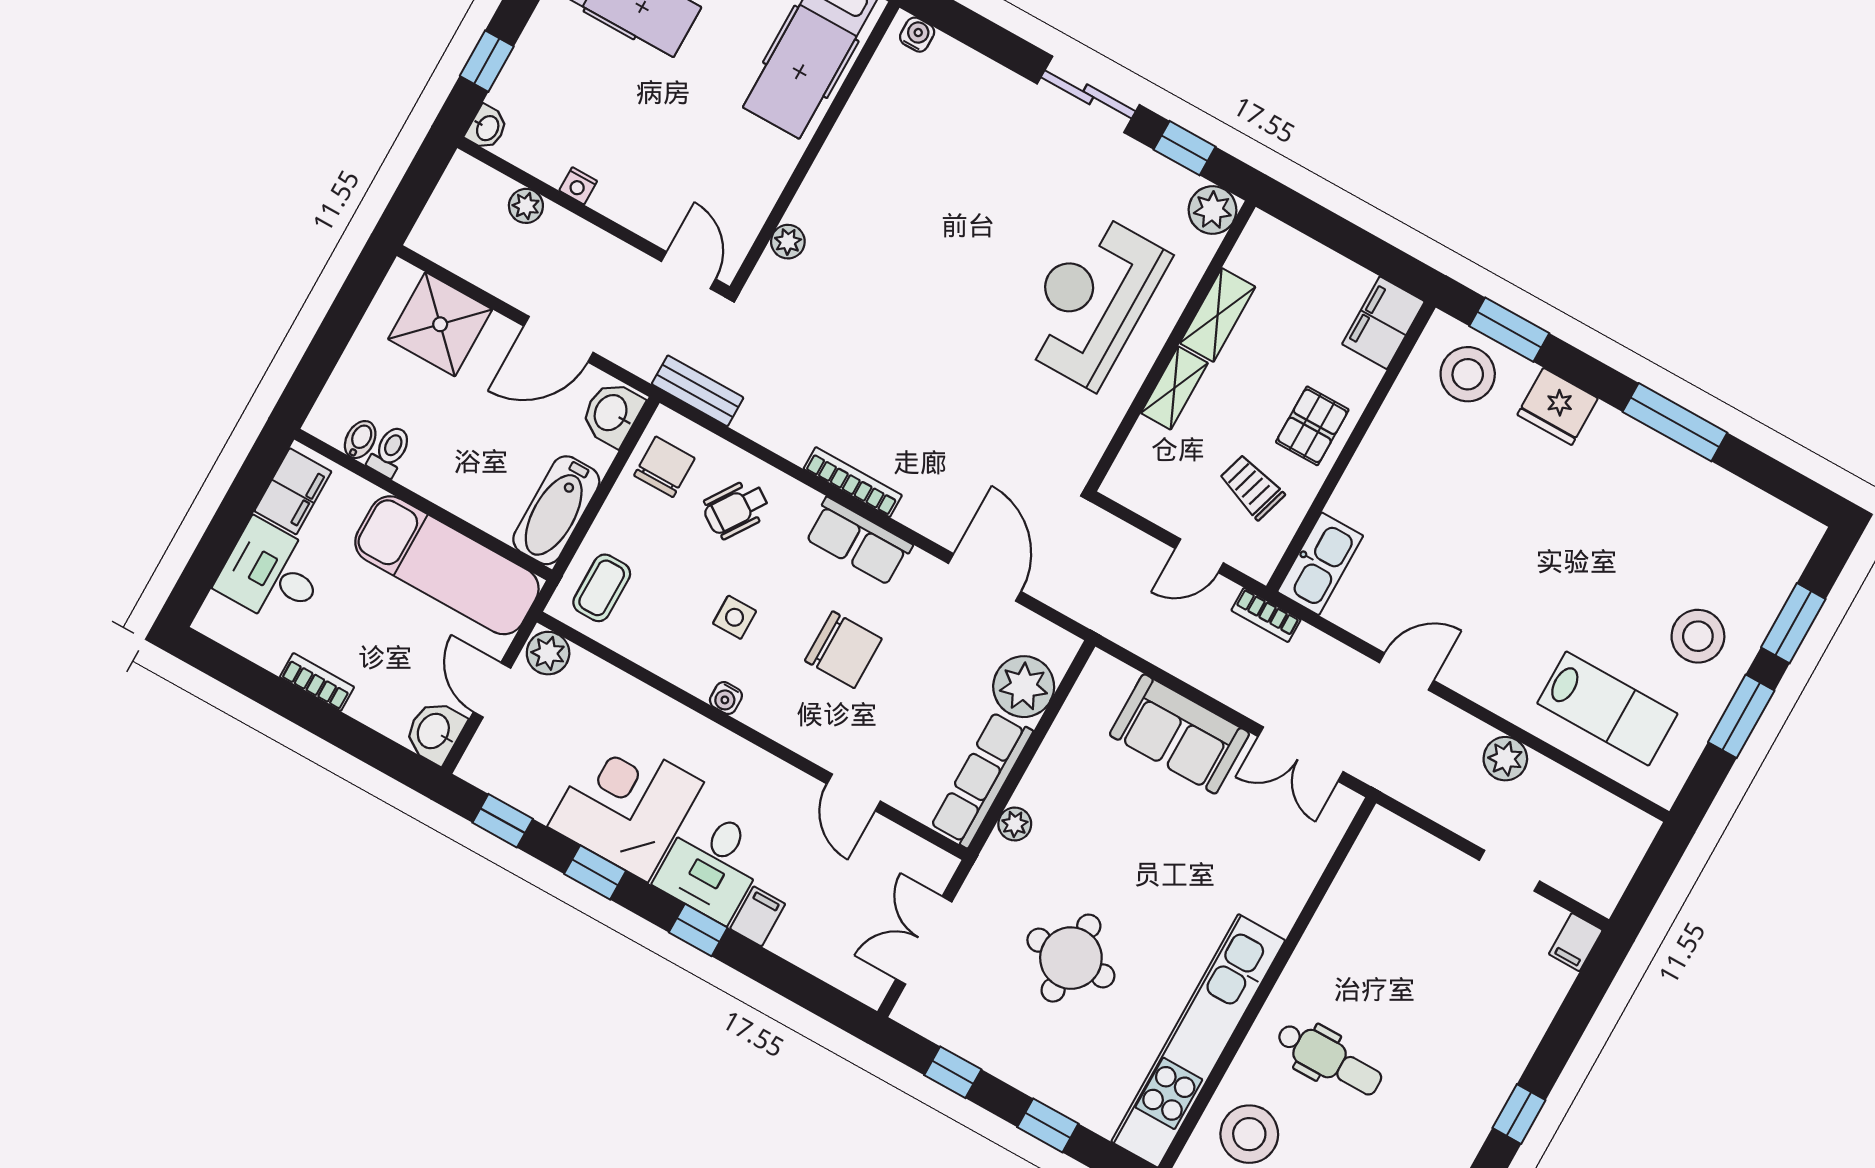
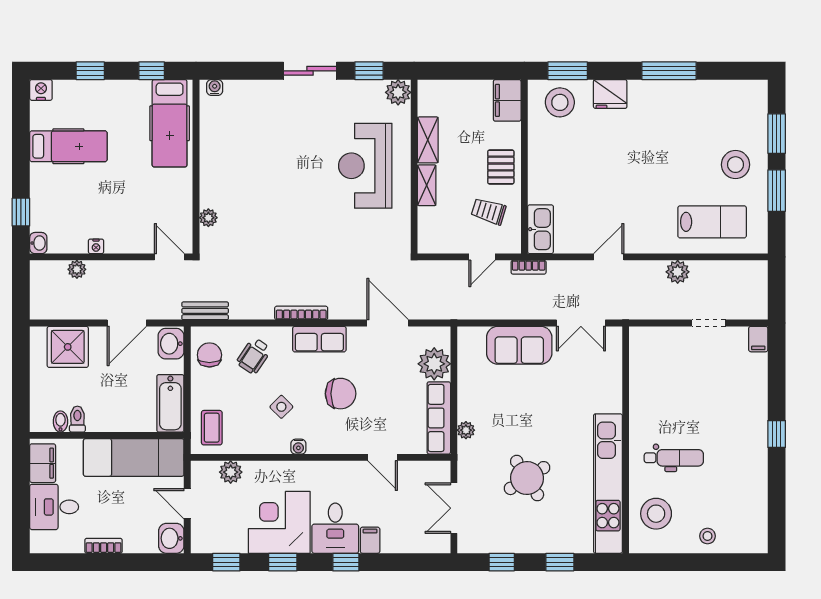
side table: (735, 617) -> (281, 407), turned 45
plant: (548, 653) -> (231, 472), moved
round table: (1071, 958) -> (527, 478), turned -32

